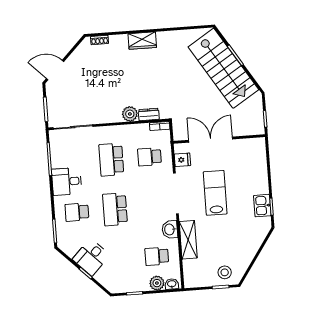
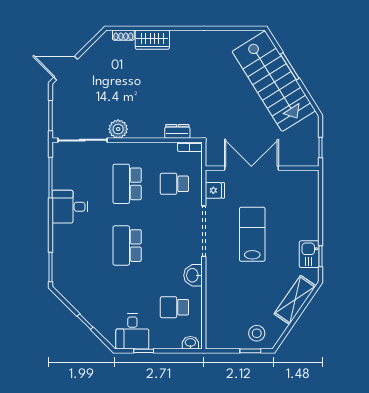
wardrobe: (142, 41) -> (152, 40), moved
plant: (130, 114) -> (118, 129), moved
school desk: (77, 212) -> (80, 246), removed
shelving: (188, 240) -> (295, 300), moved, turned 34
desk: (91, 257) -> (132, 332), moved, turned -45
plant: (157, 283) -> (172, 340), removed

